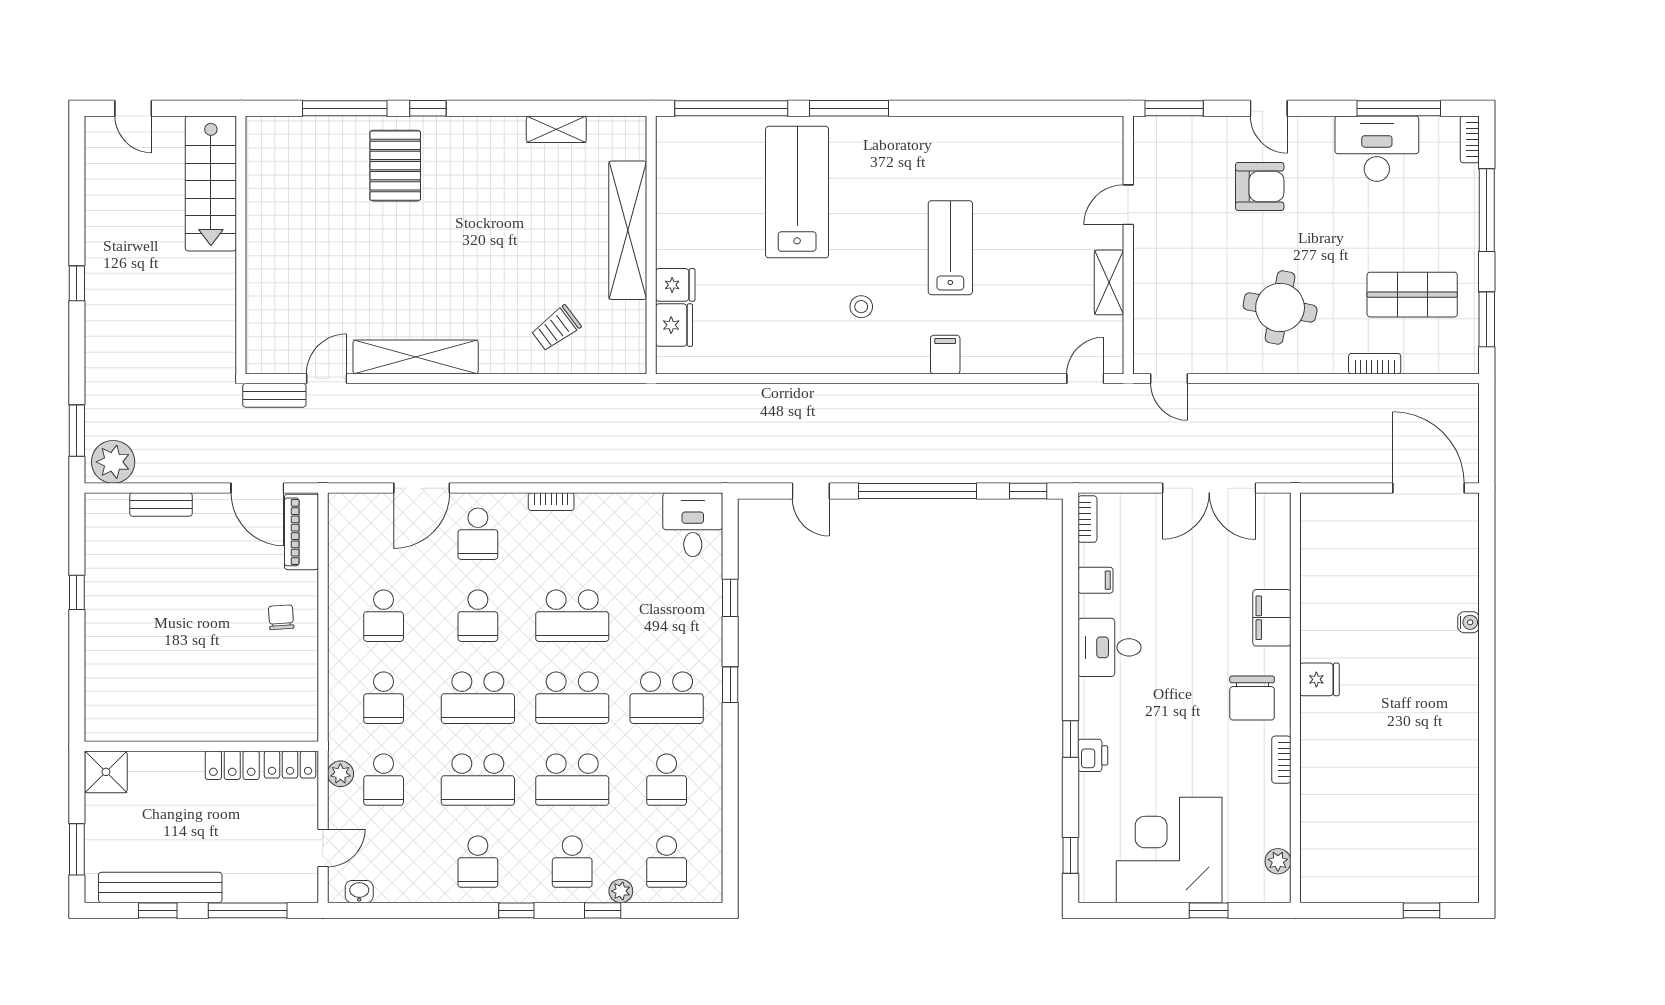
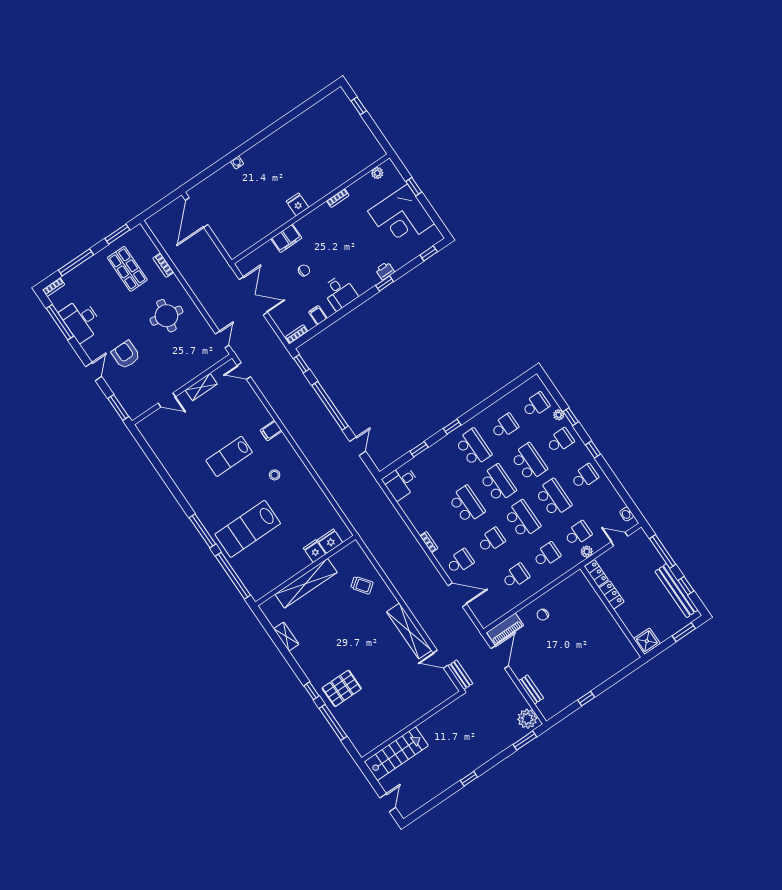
chair: (1252, 698) -> (304, 270), moved, width x0.54, depth x0.54

